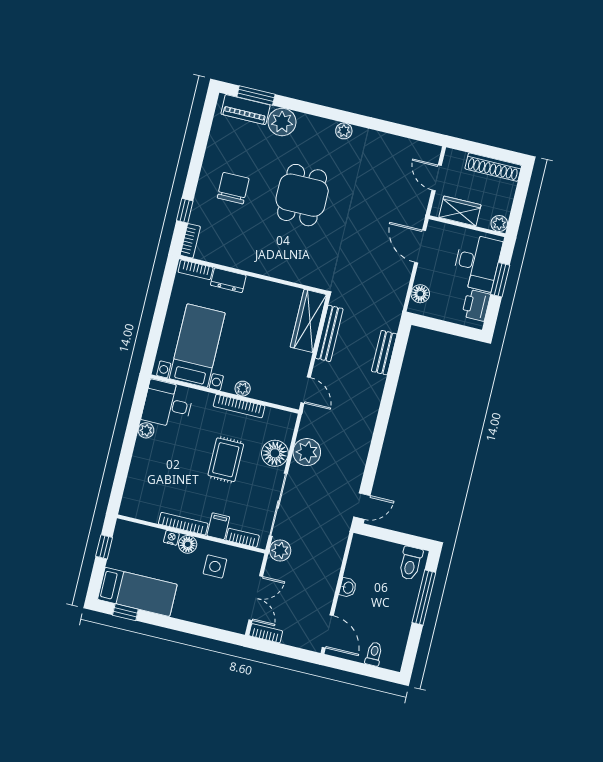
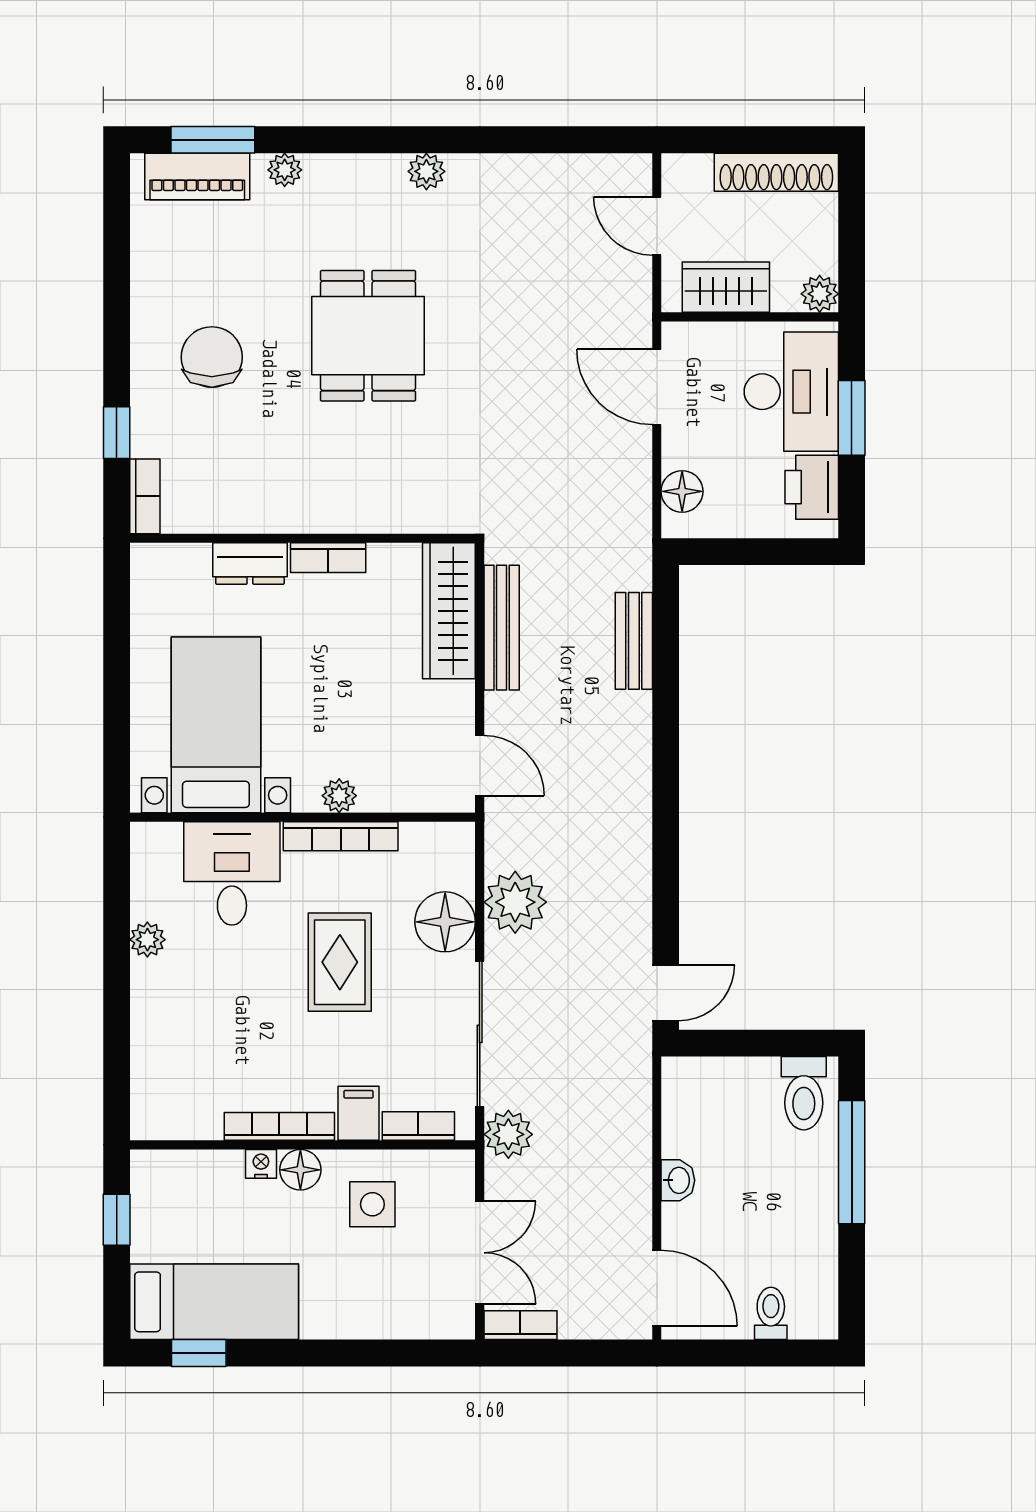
plant: (282, 122) -> (285, 170), width x0.53, depth x0.53
bookcase: (196, 270) -> (328, 558), moved
desk: (168, 404) -> (232, 873), moved, turned 90

